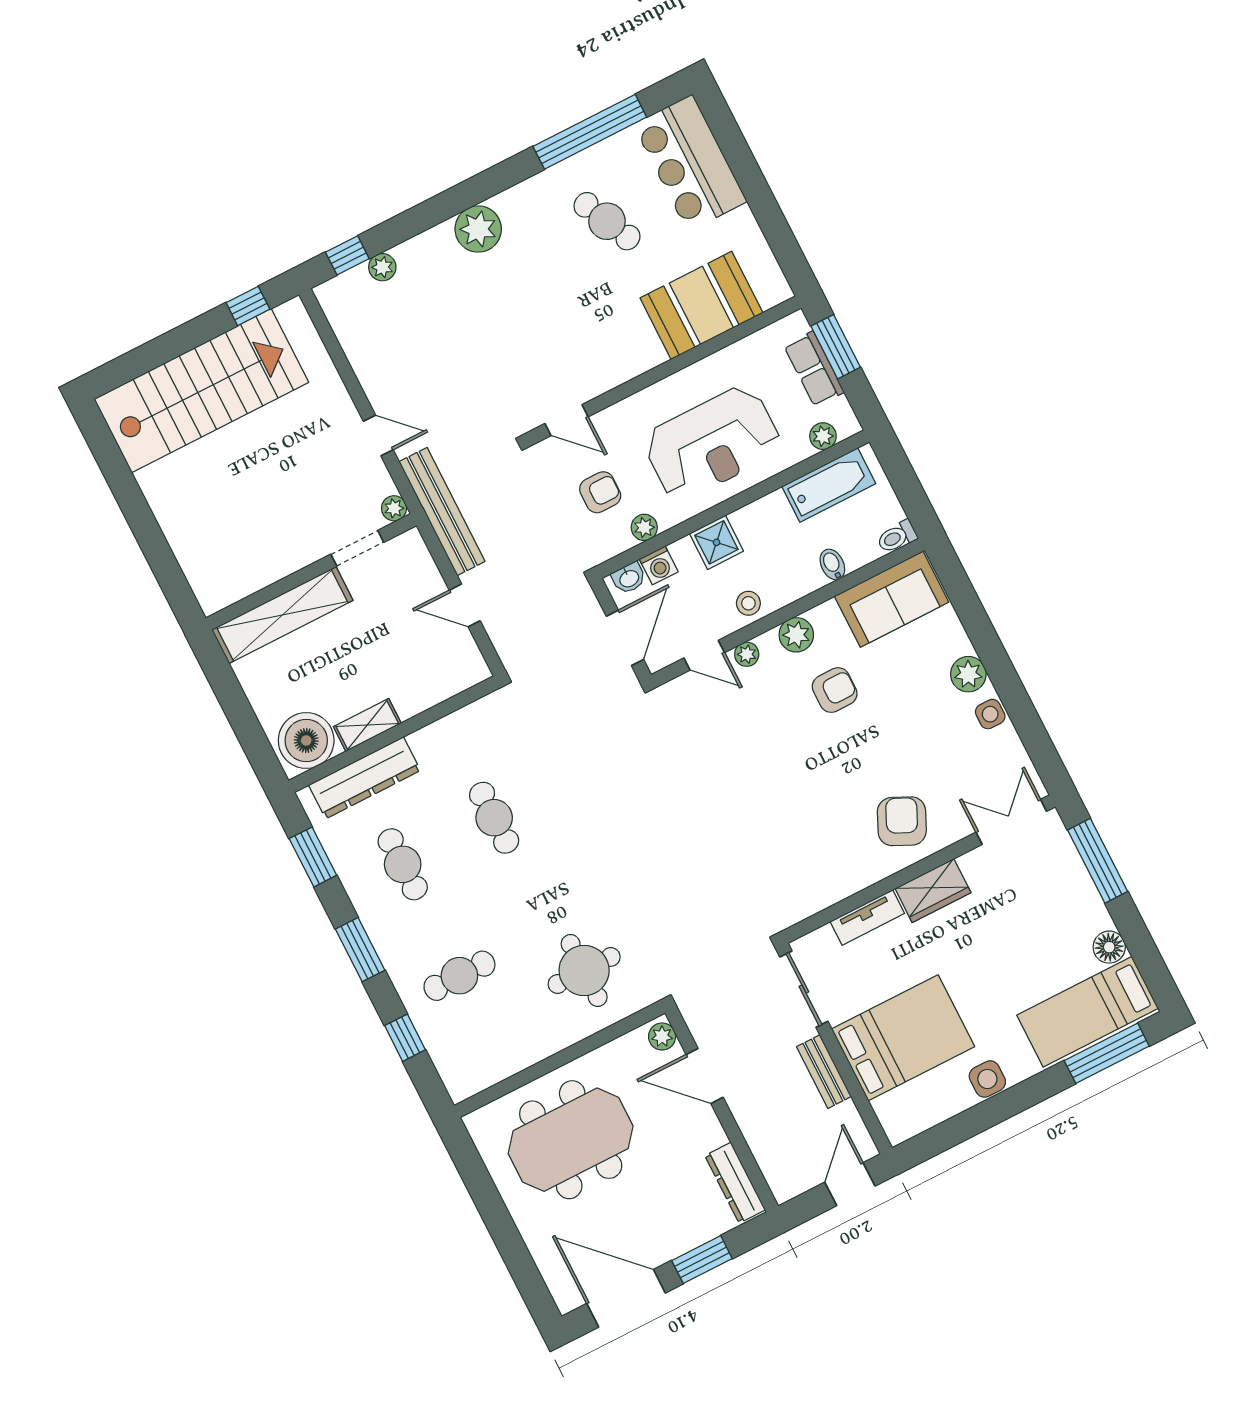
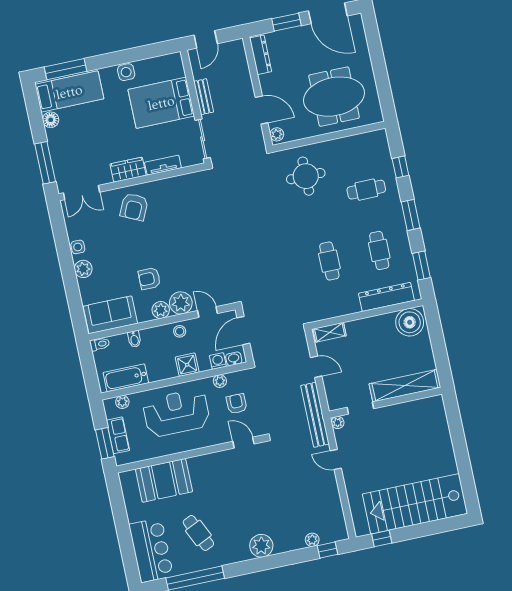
armchair: (600, 492) -> (237, 404), turned 90
plant: (747, 654) -> (181, 303), width x1.88, depth x1.88
shelving: (367, 725) -> (330, 332), moved

